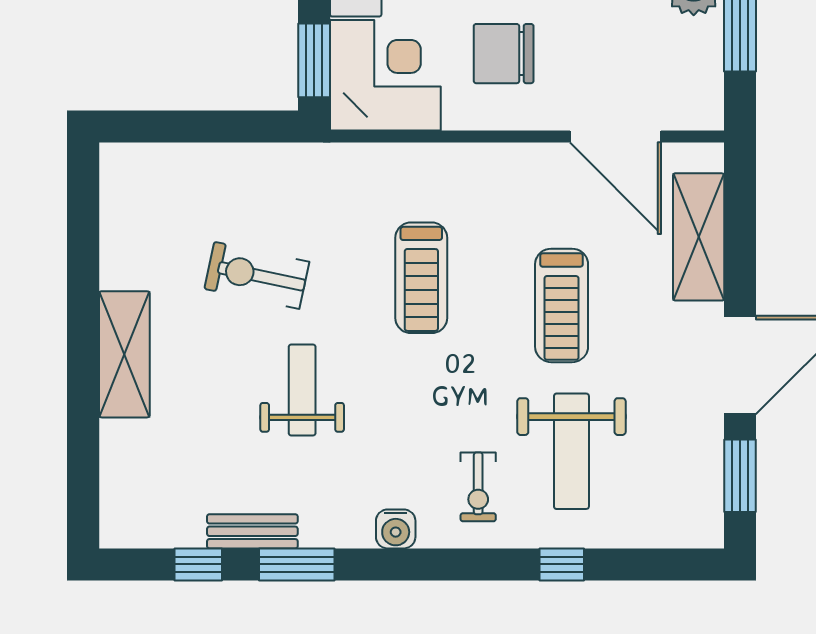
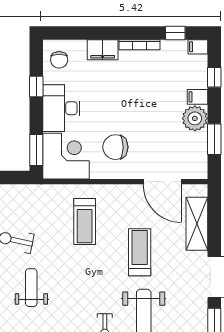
treadmill: (421, 278) -> (85, 222), moved
treadmill: (562, 305) -> (140, 252), turned 180

